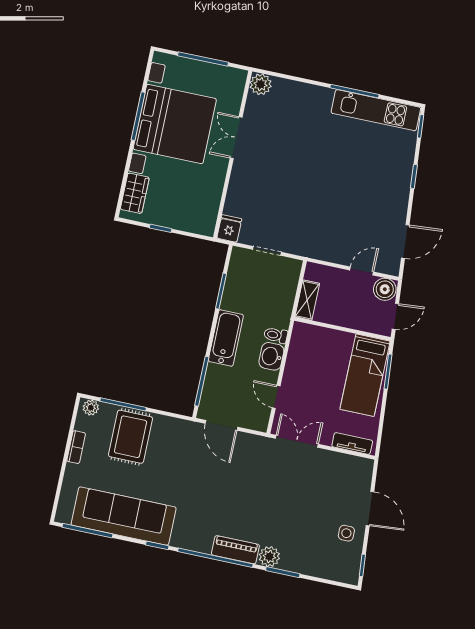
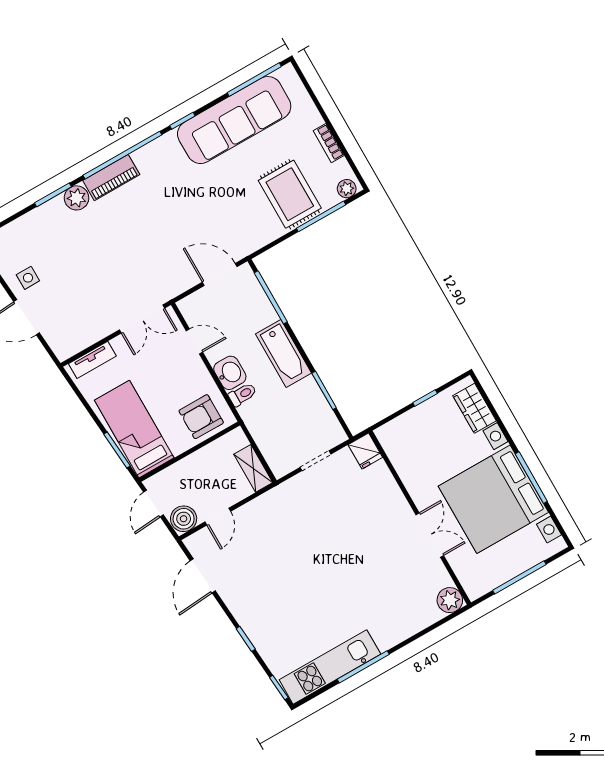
shelving: (307, 300) -> (253, 468), moved
armchair: (315, 345) -> (201, 417), added

